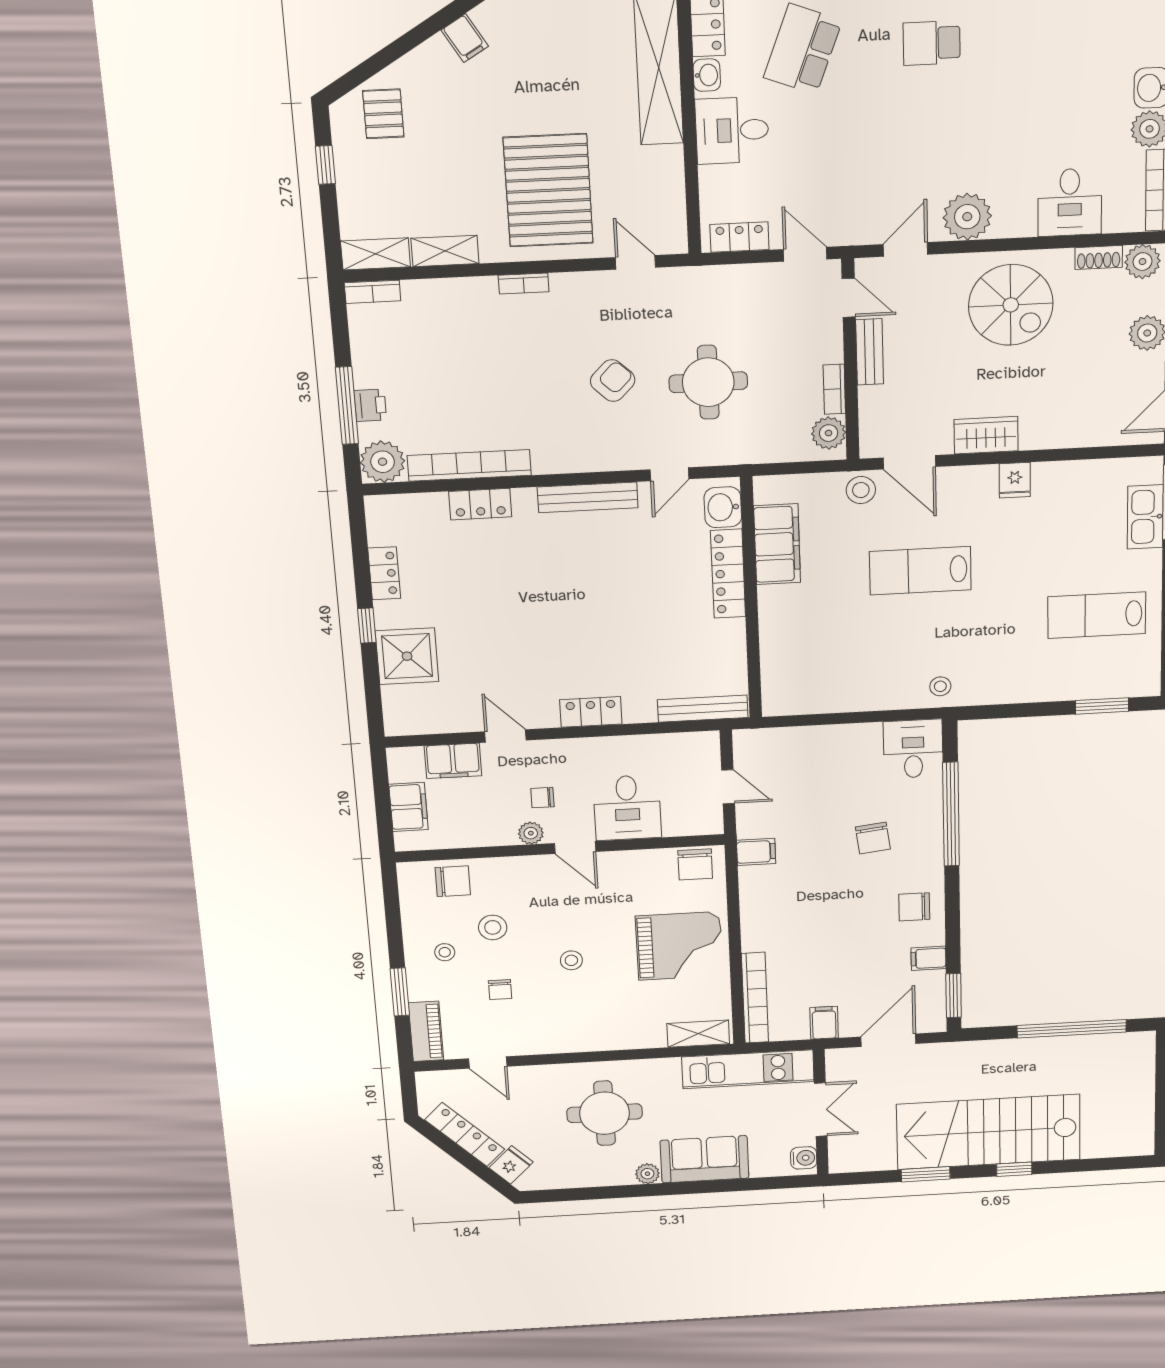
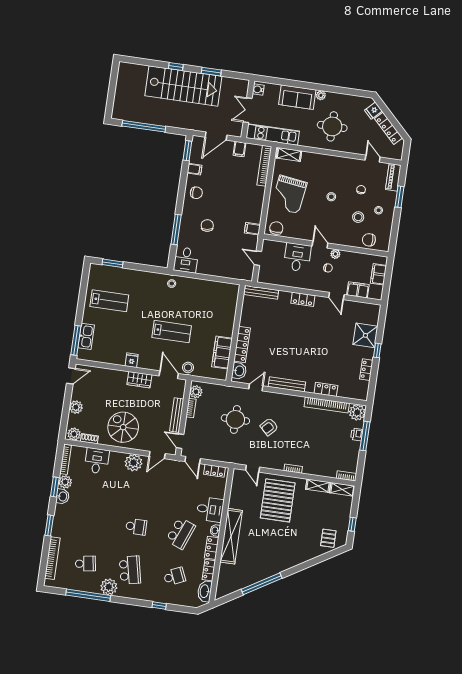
filing cabinet: (465, 38) -> (295, 559), removed
bench: (870, 352) -> (177, 415), width x1.36
window: (951, 814) -> (176, 229), width x0.68
grand piano: (679, 946) -> (289, 194), turned -82

